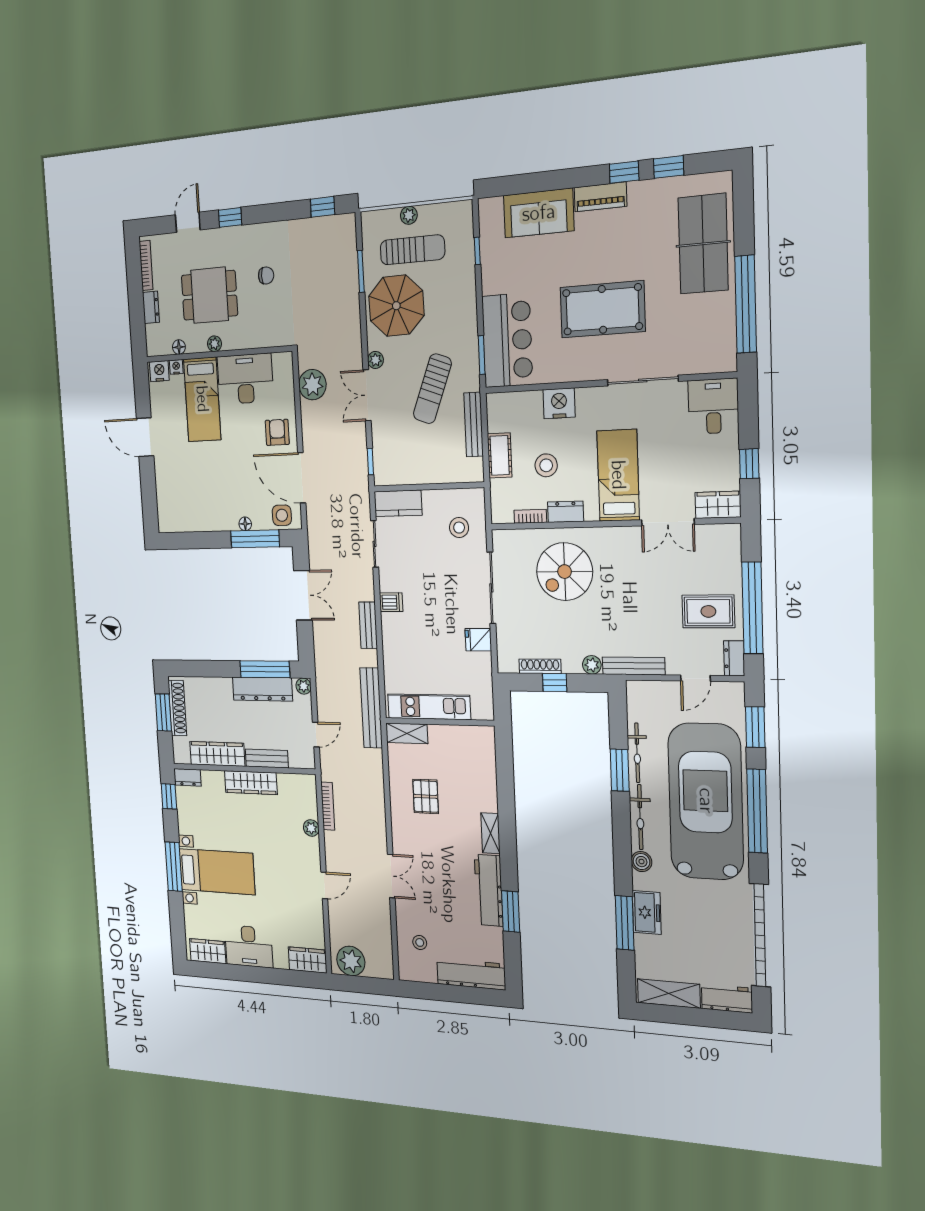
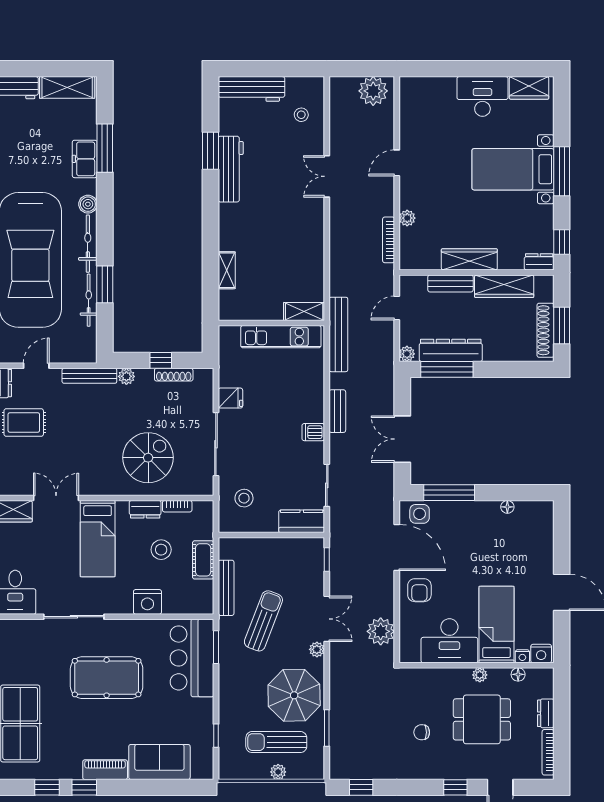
floor lamp: (245, 524) -> (507, 507), moved
pallet: (426, 796) -> (288, 253), removed
shelving: (490, 833) -> (227, 270), moved
wardrobe: (308, 960) -> (419, 88), removed

